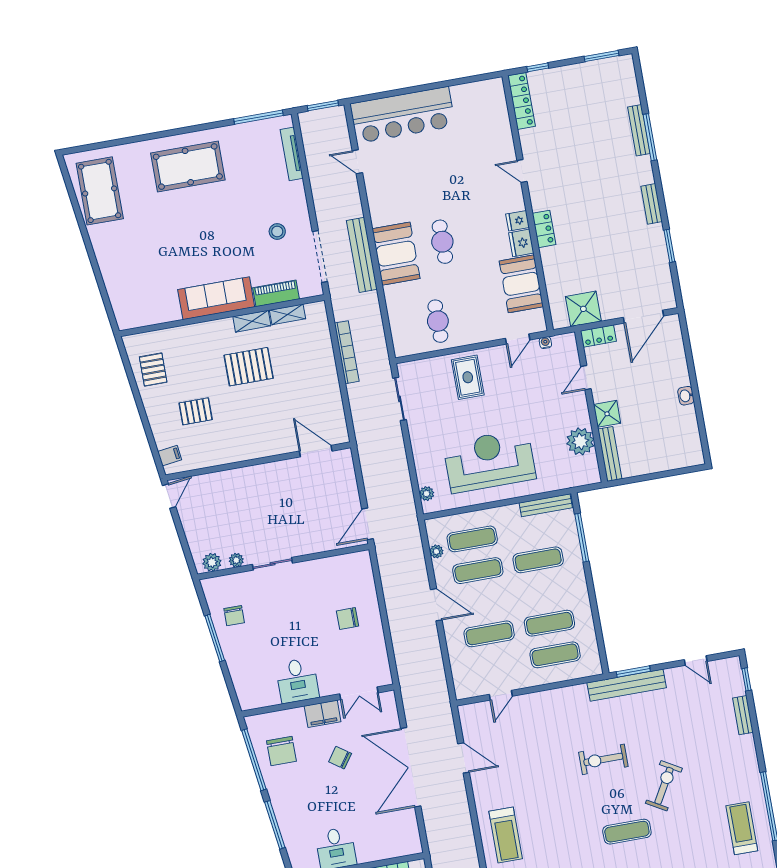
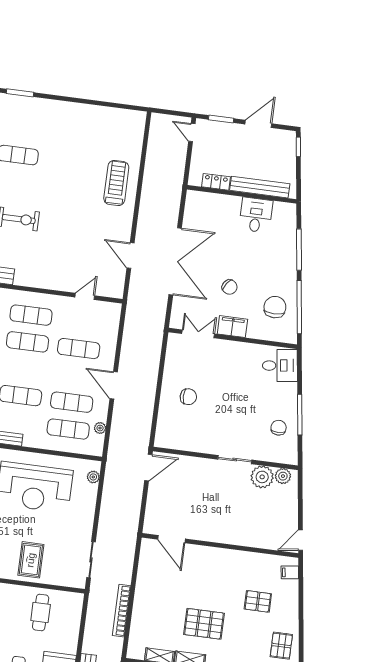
plant: (236, 560) -> (262, 477), width x1.88, depth x1.88
desk: (297, 681) -> (280, 365), moved, turned 82

